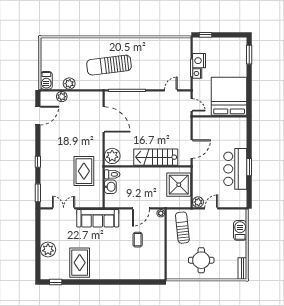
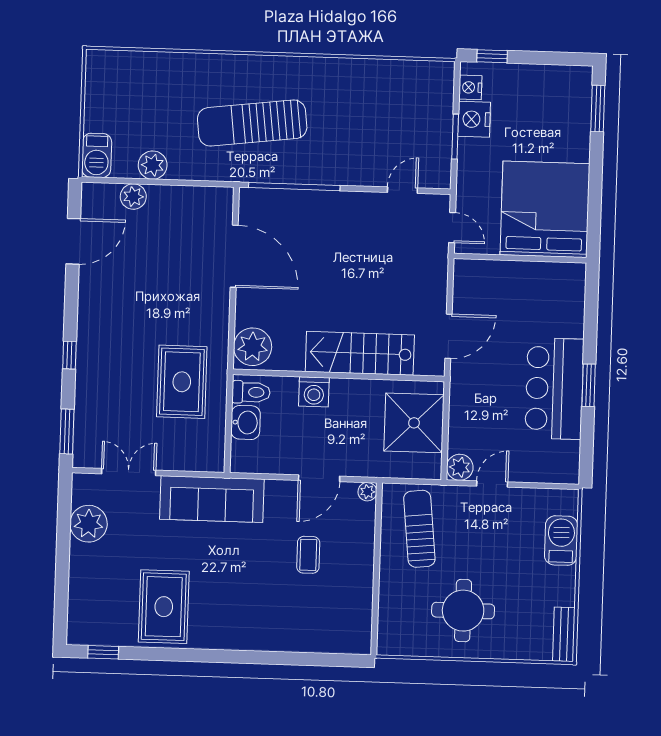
nightstand: (197, 73) -> (470, 87), moved
washing machine: (138, 173) -> (314, 392), added
plant: (48, 250) -> (89, 524), moved

